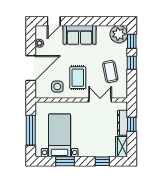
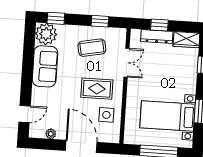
door: (54, 21) -> (25, 114), hinge flipped
sofa: (80, 35) -> (45, 66), moved
window: (132, 63) -> (100, 21), moved
double door: (100, 100) -> (126, 63), swing flipped

